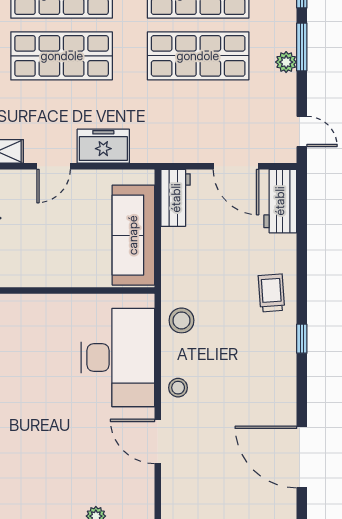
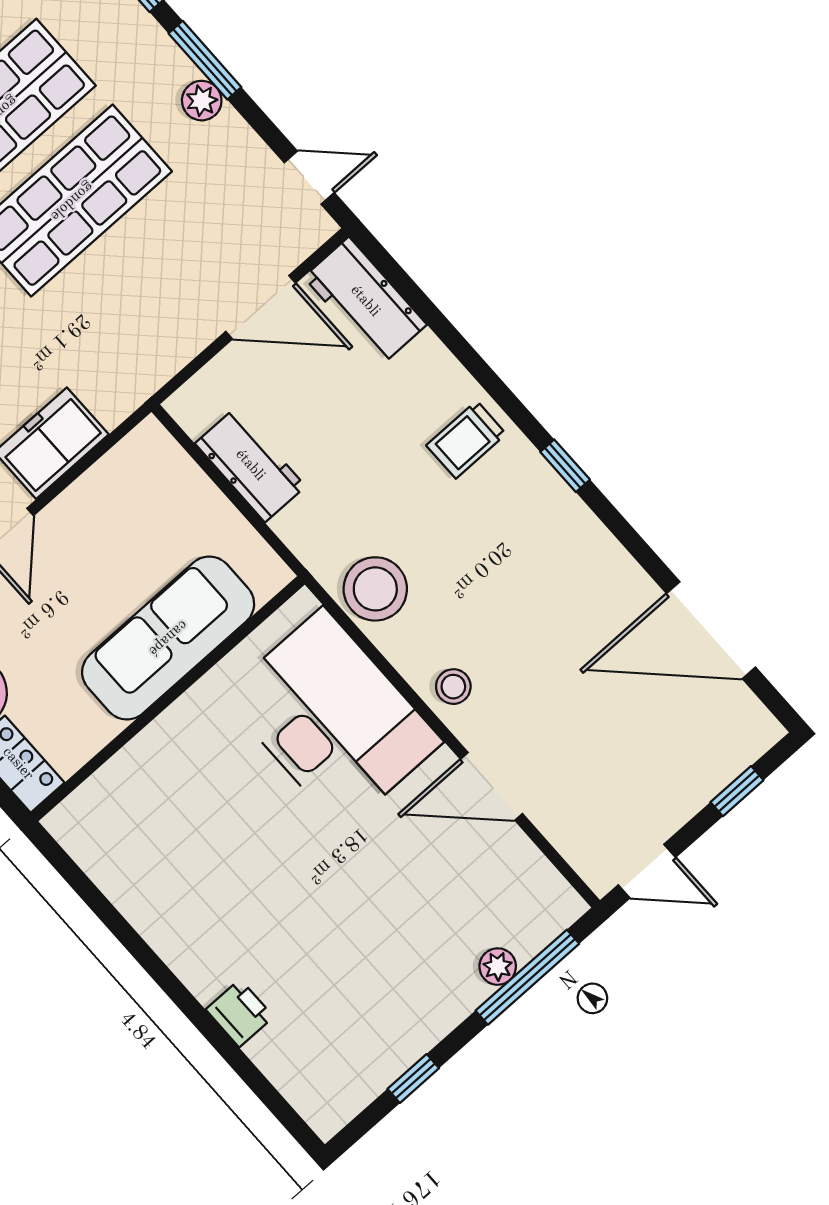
workbench: (176, 198) -> (250, 465), moved
sofa: (133, 235) -> (168, 638), moved, turned 90
trolley: (271, 293) -> (466, 440), turned -86
stool: (182, 320) -> (375, 589), width x1.38, depth x1.38

